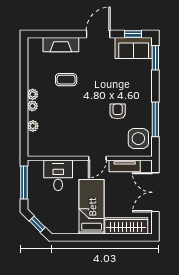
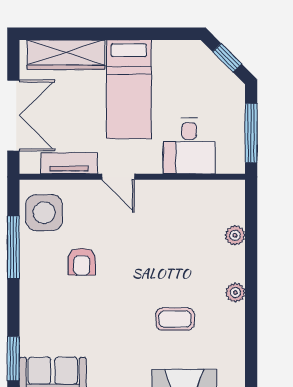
plant: (32, 106) -> (236, 271), removed
door: (97, 158) -> (118, 177), swing flipped

